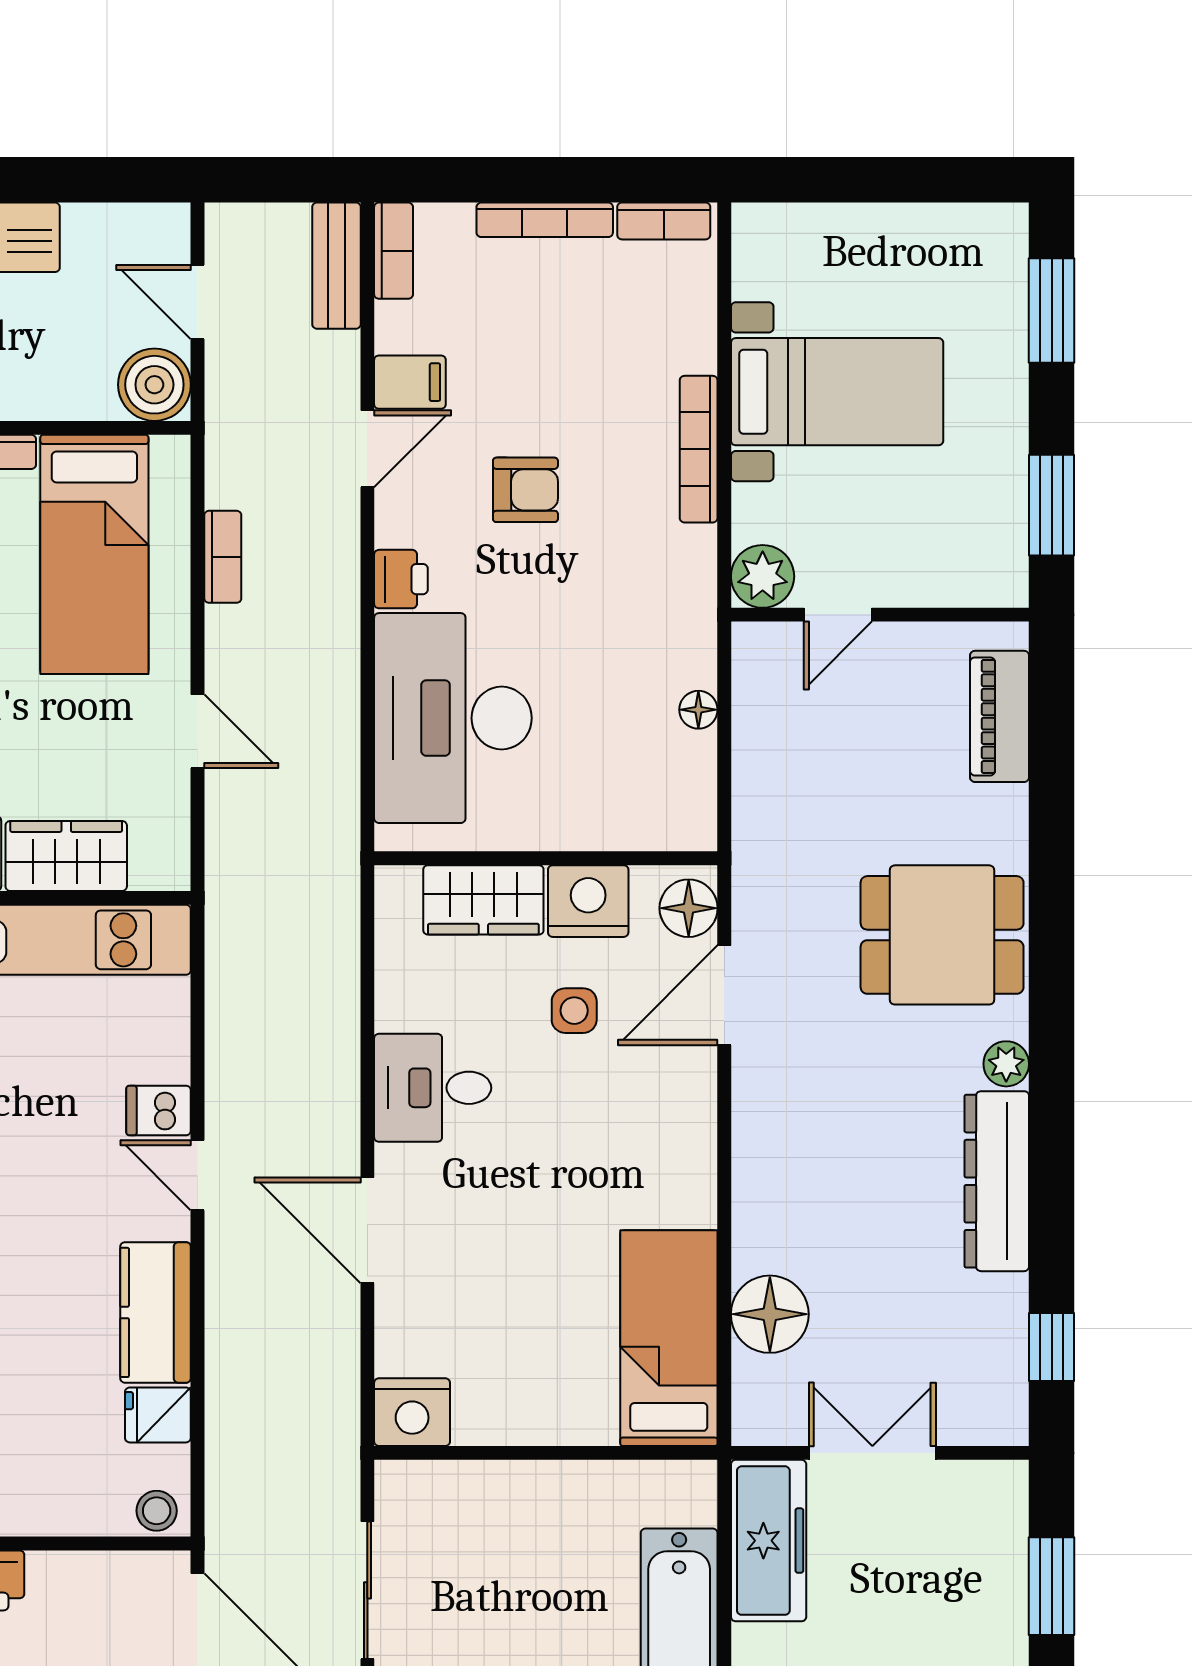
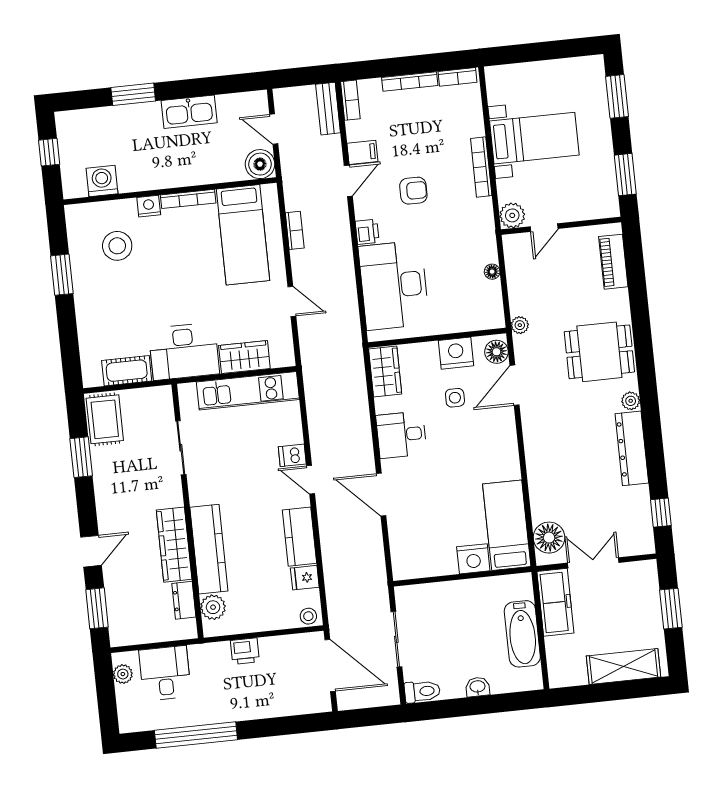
plant: (753, 849) -> (520, 325), added
wardrobe: (483, 900) -> (385, 371), moved, turned -90
floor lamp: (770, 1314) -> (549, 538), moved
nightstand: (412, 1412) -> (473, 559), moved

